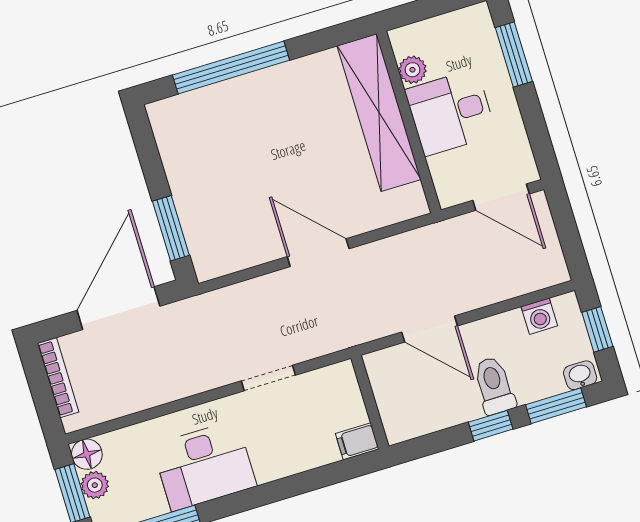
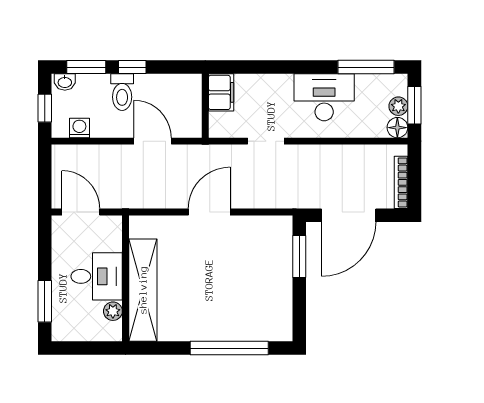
door: (318, 253) -> (209, 212), swing flipped
filing cabinet: (357, 441) -> (221, 92), width x2.00

